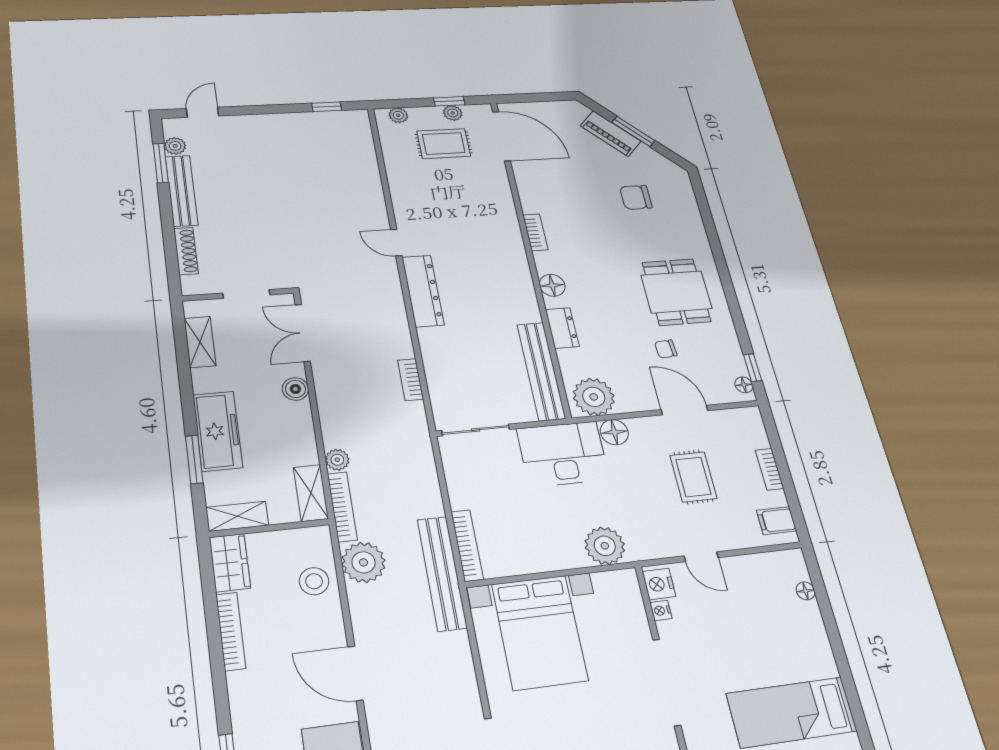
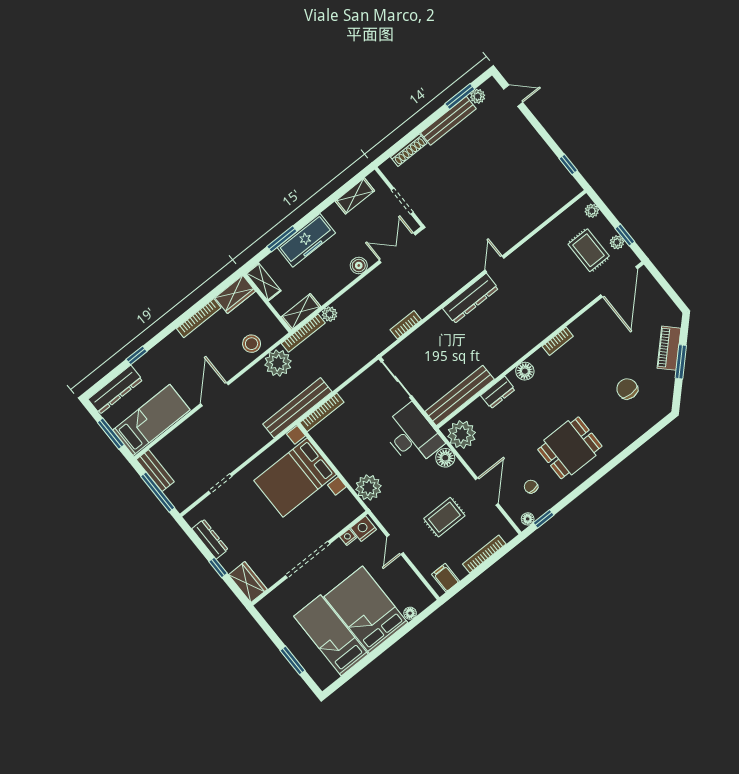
chair: (666, 349) -> (531, 487), moved
bookcase: (769, 469) -> (484, 554), width x1.56
bed: (775, 645) -> (366, 610), added

